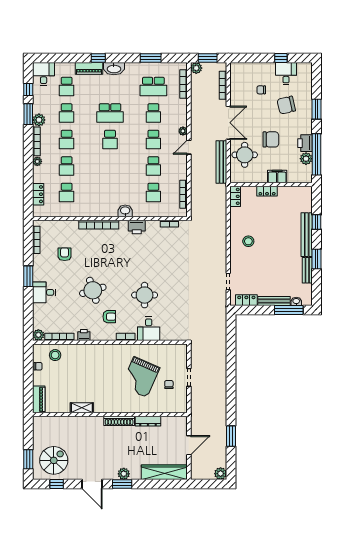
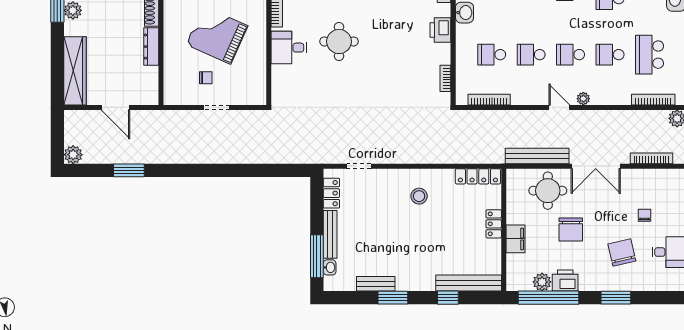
locker: (235, 196) -> (478, 176), width x1.53
bench: (307, 235) -> (469, 283), moved

